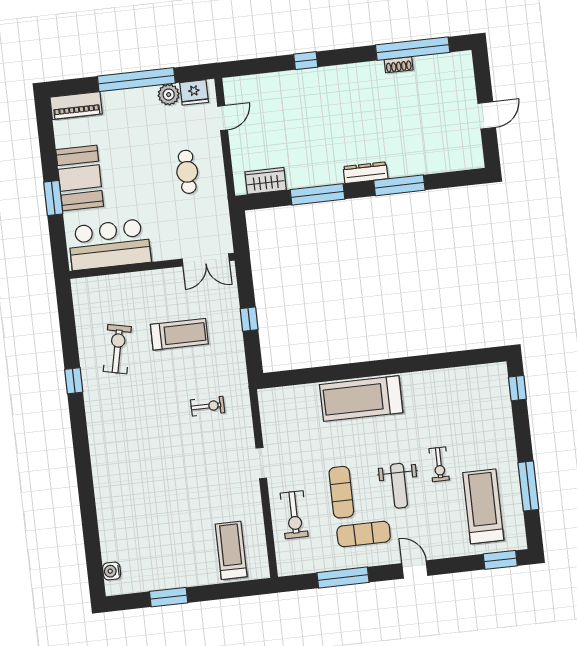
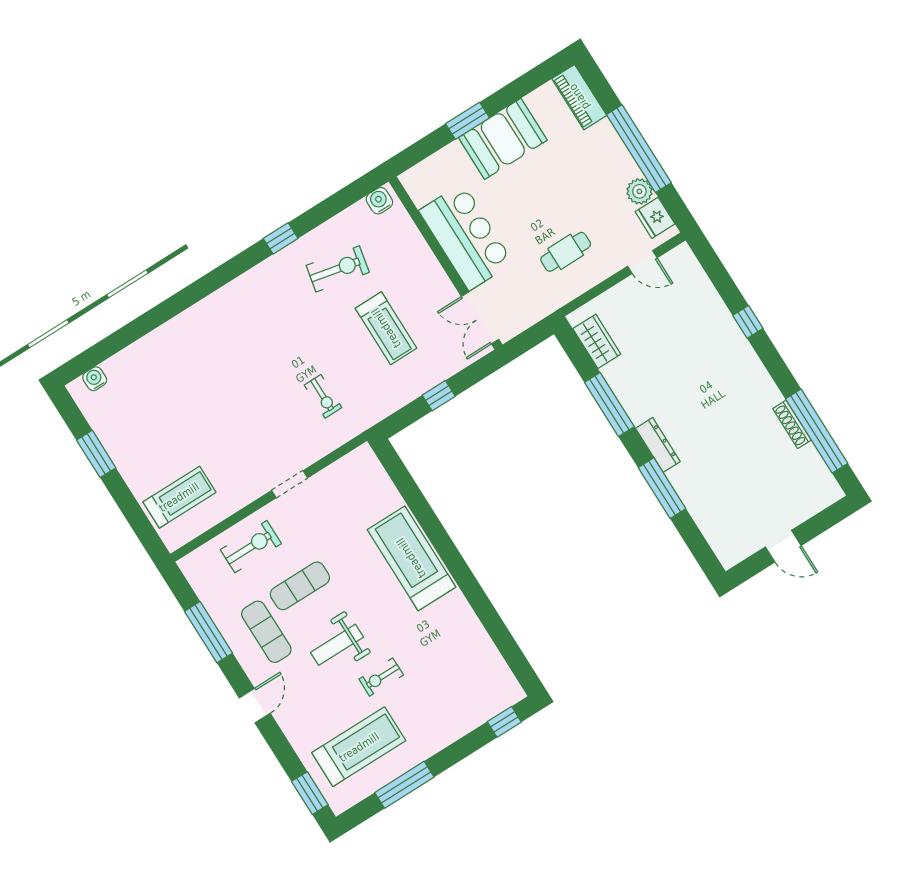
shoe rack: (399, 65) -> (792, 424), width x1.43
bar counter: (110, 245) -> (466, 237), moved
water cooler: (81, 293) -> (379, 201), added
exercise bike: (294, 515) -> (251, 547), turned 180

